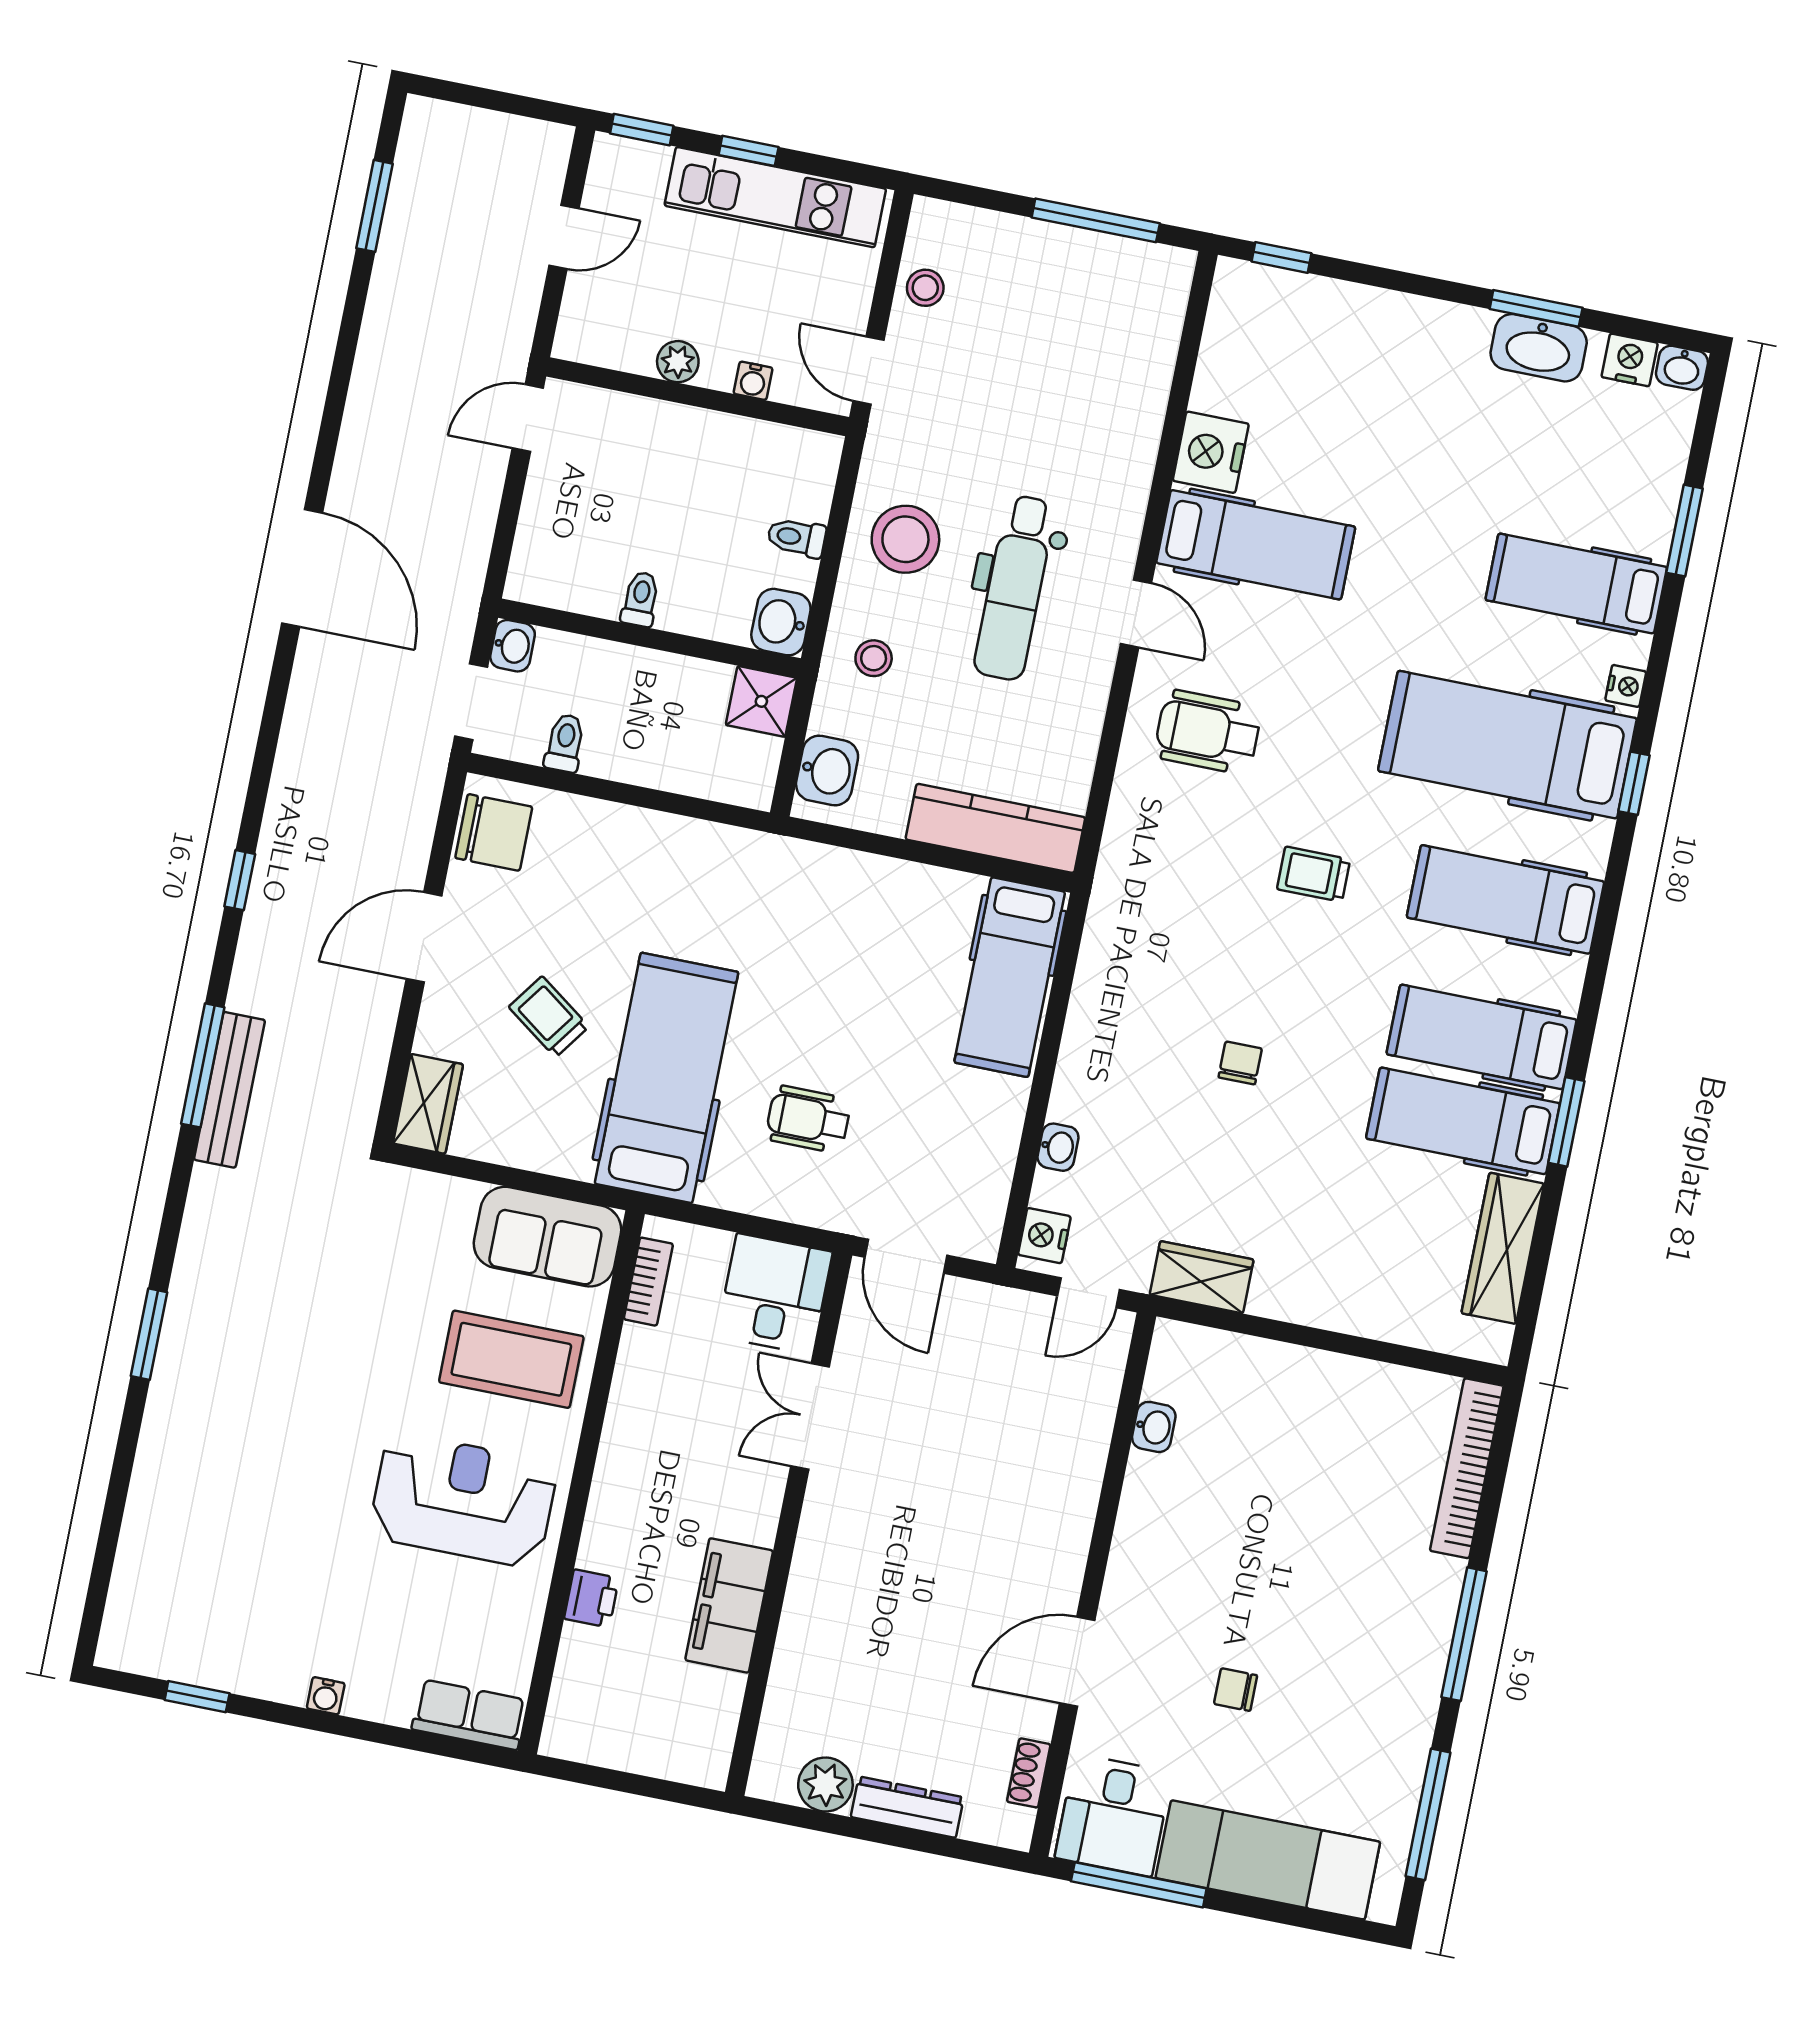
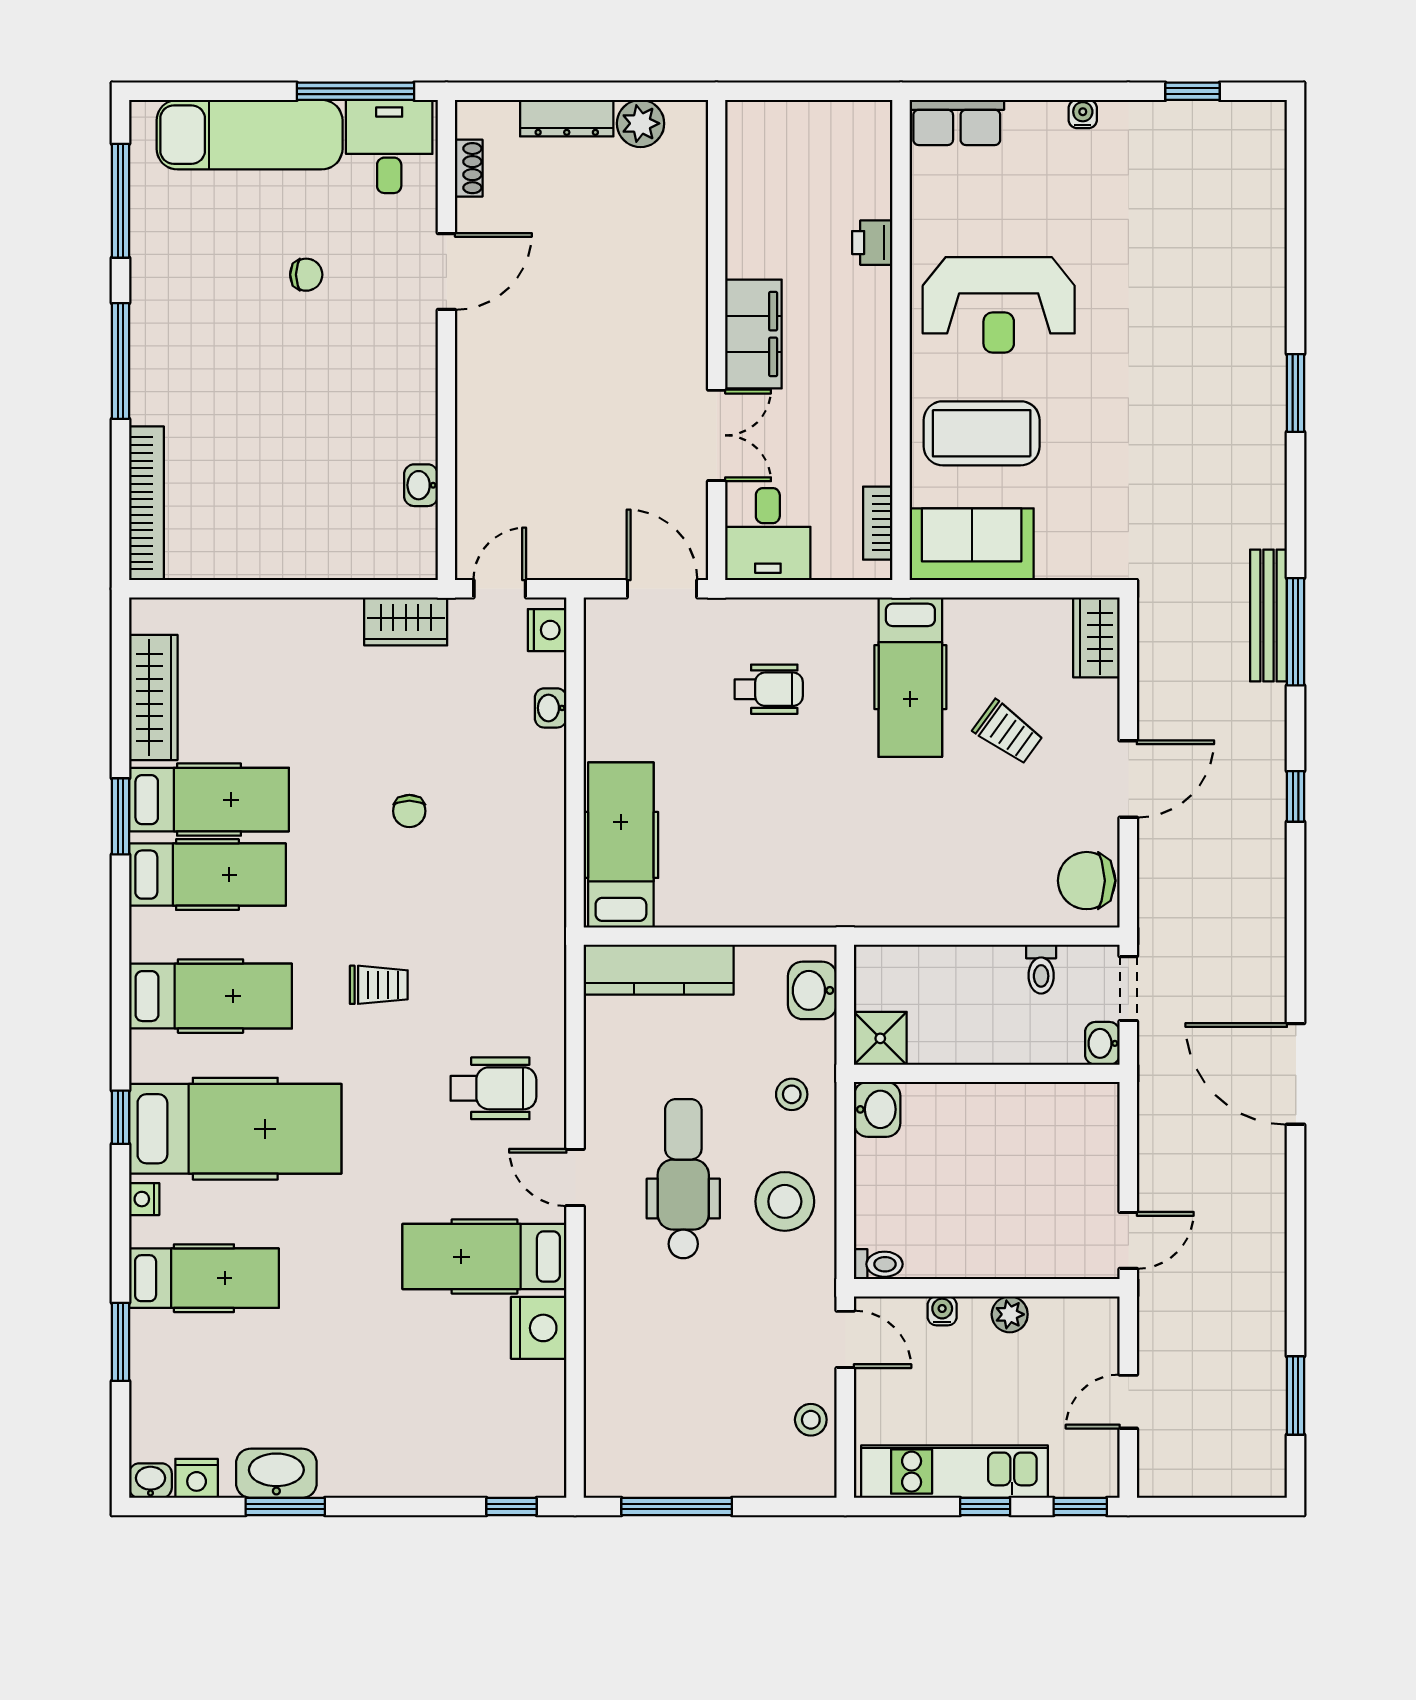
toilet: (797, 537) -> (878, 1264), moved
toilet: (640, 599) -> (1001, 1105), removed
hospital bed: (666, 1078) -> (910, 677), width x0.73, depth x0.78
filing cabinet: (729, 1605) -> (753, 334), moved

